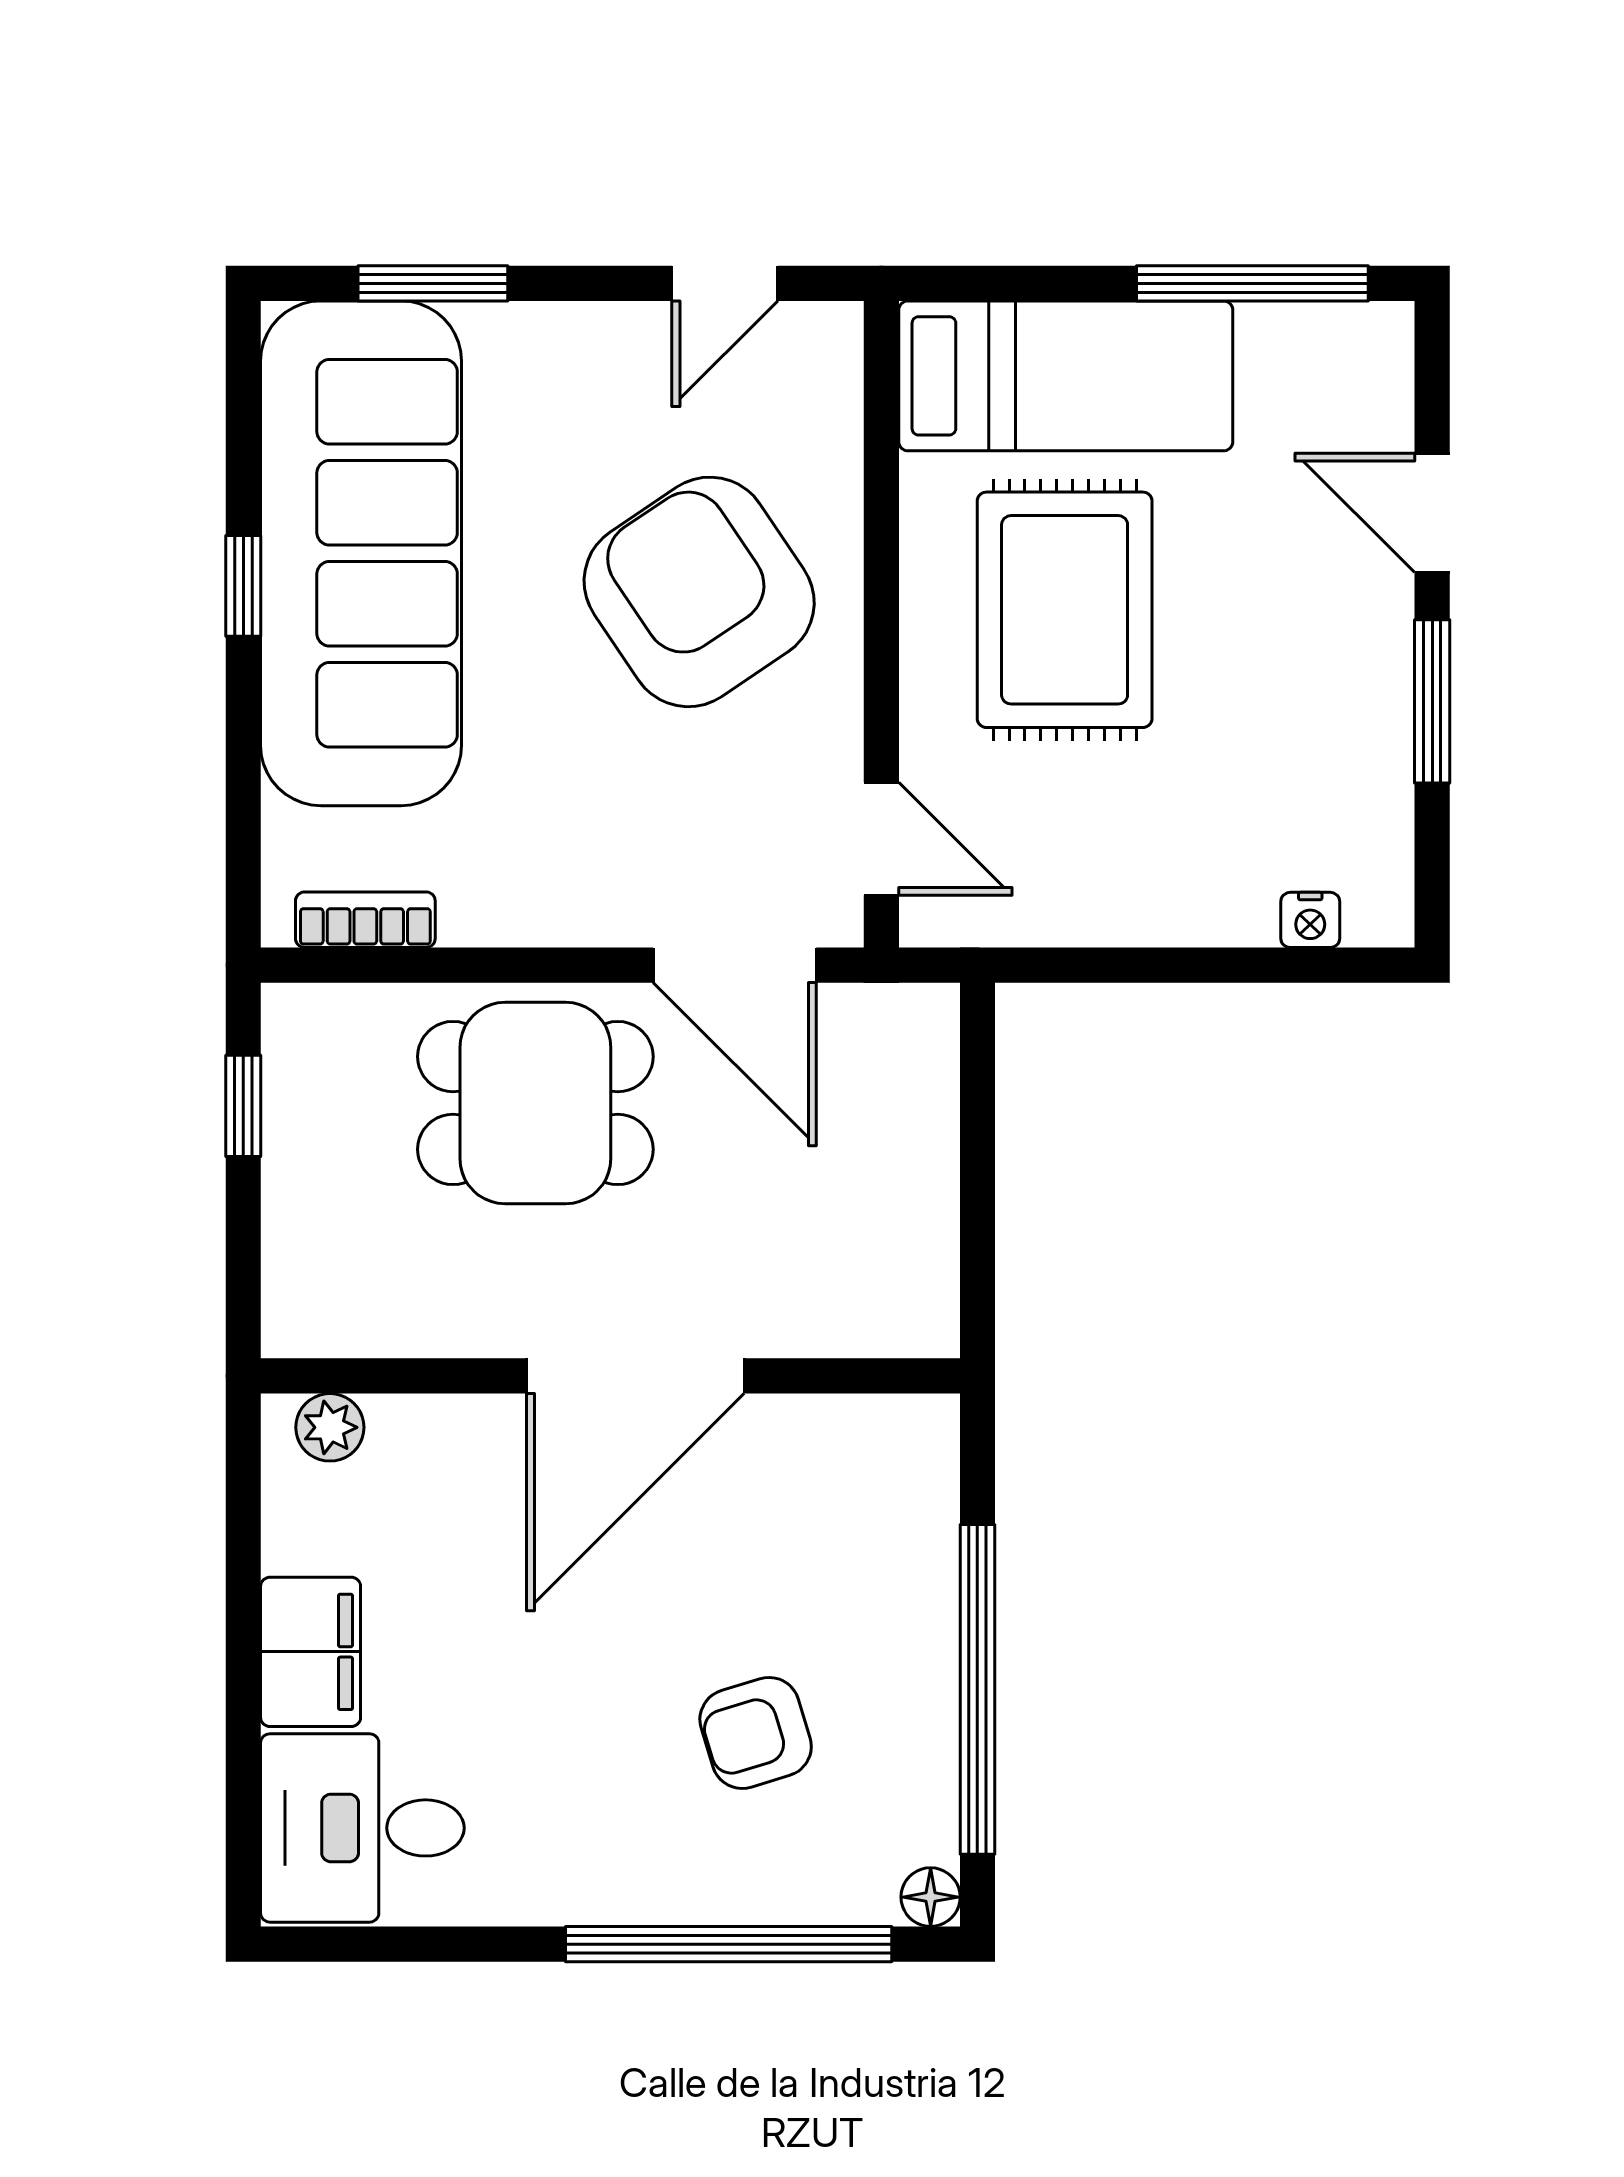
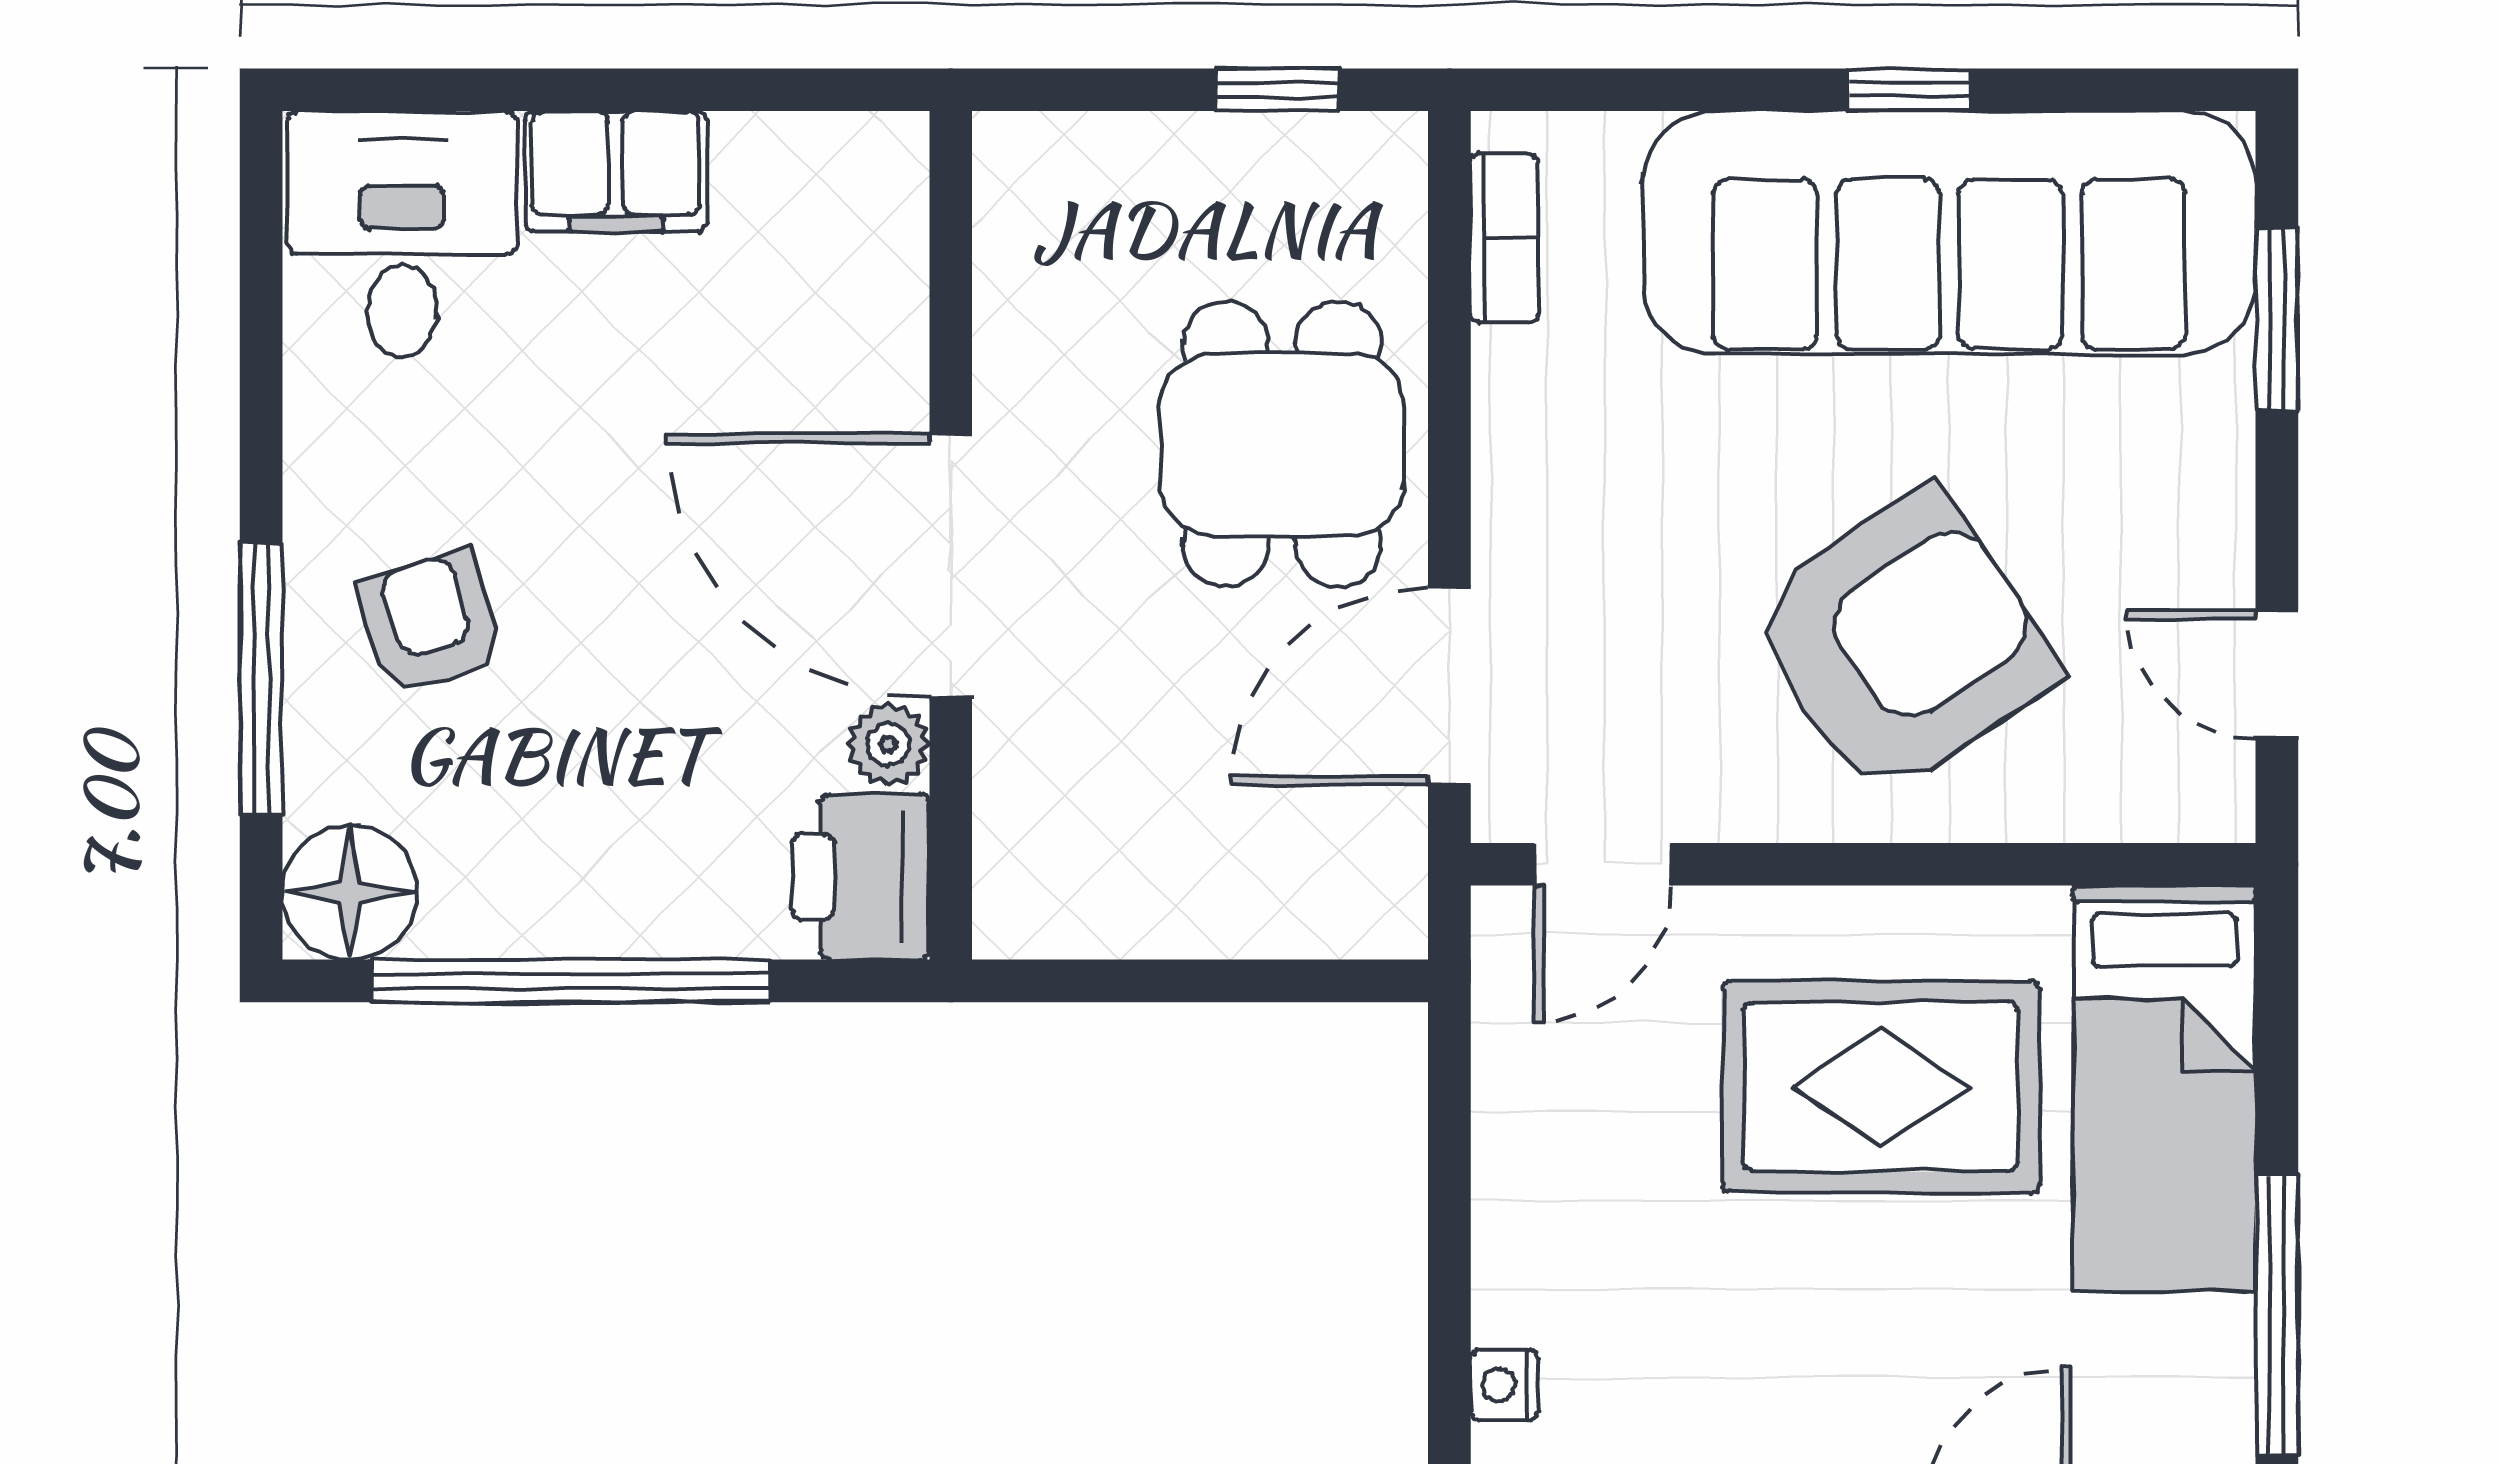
plant: (330, 1427) -> (888, 744), moved
printer: (892, 1450) -> (861, 877), added
armchair: (756, 1733) -> (431, 623), moved
floor lamp: (931, 1897) -> (350, 892), width x1.89, depth x1.89
window: (729, 1944) -> (261, 679), width x0.68

